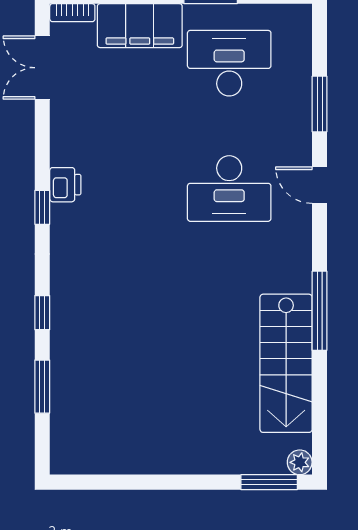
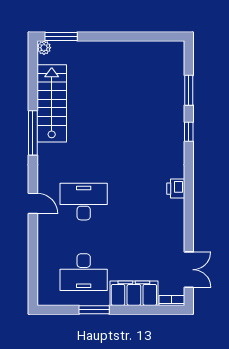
window: (320, 104) -> (33, 249), removed
printer: (65, 185) -> (176, 189), moved
window: (42, 207) -> (189, 191), removed

